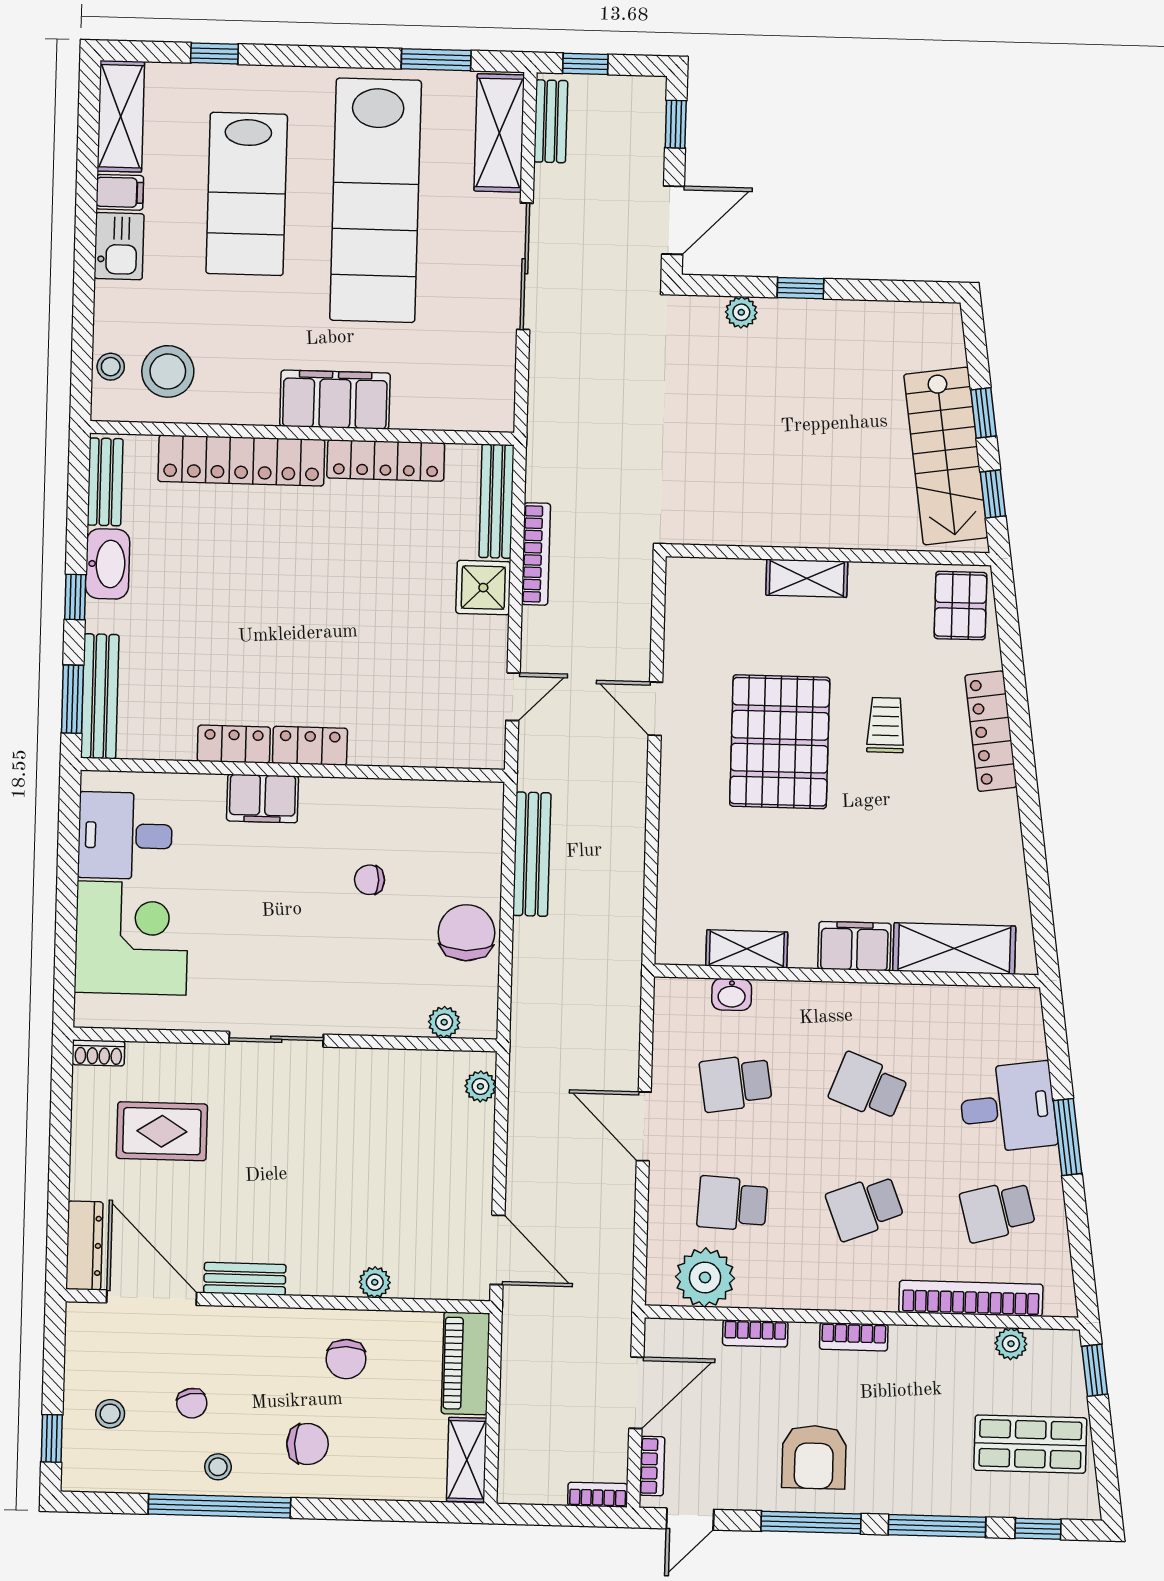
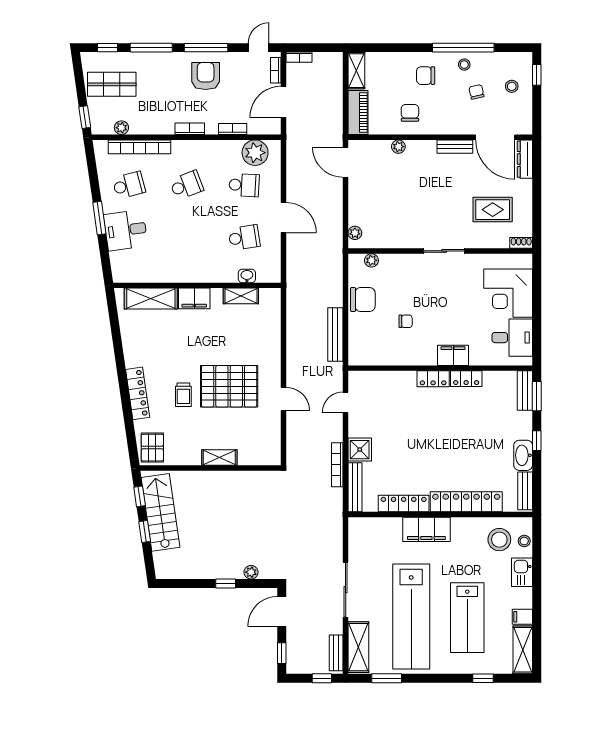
lab bench: (247, 194) -> (467, 618), turned 180
lab bench: (376, 200) -> (411, 616), turned 180
kitchen sink: (119, 246) -> (522, 572), moved
bench: (100, 696) -> (525, 391), width x0.73
pallet: (780, 742) -> (229, 386), turned 90
chair: (466, 933) -> (363, 300), turned -90
school desk: (868, 1087) -> (186, 237), removed

